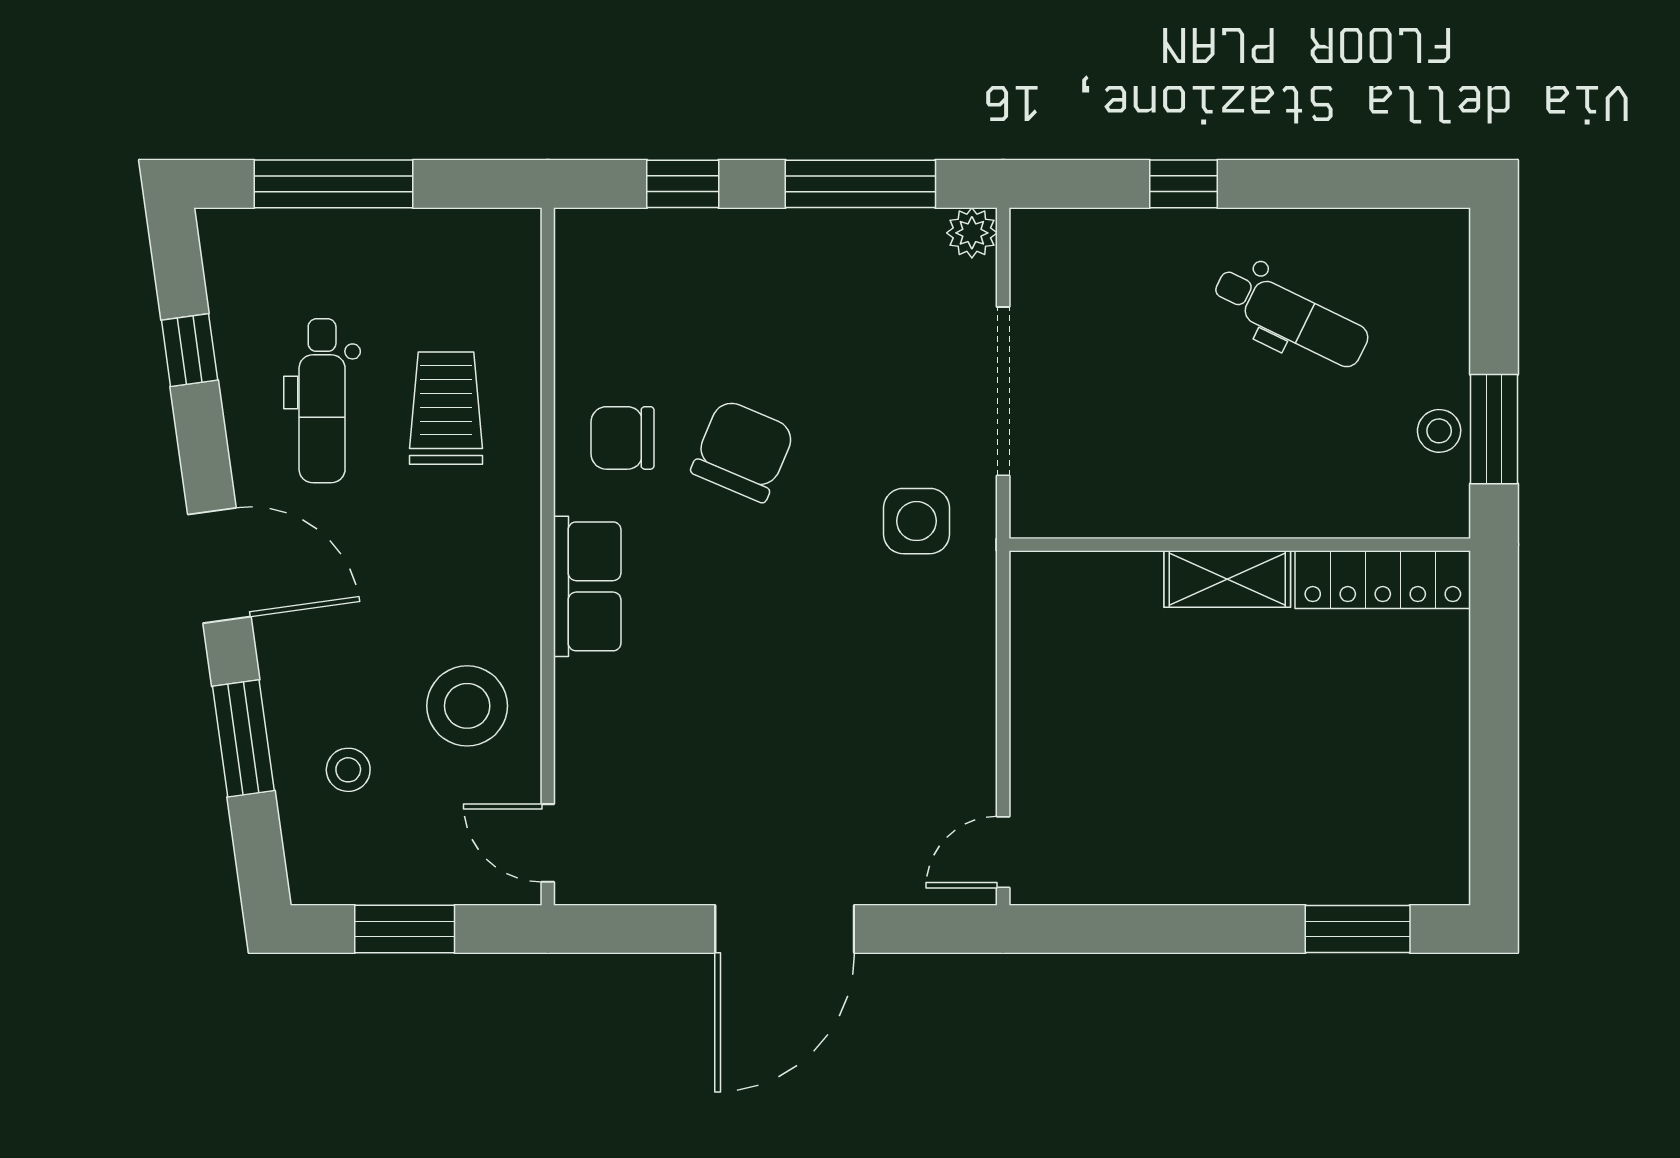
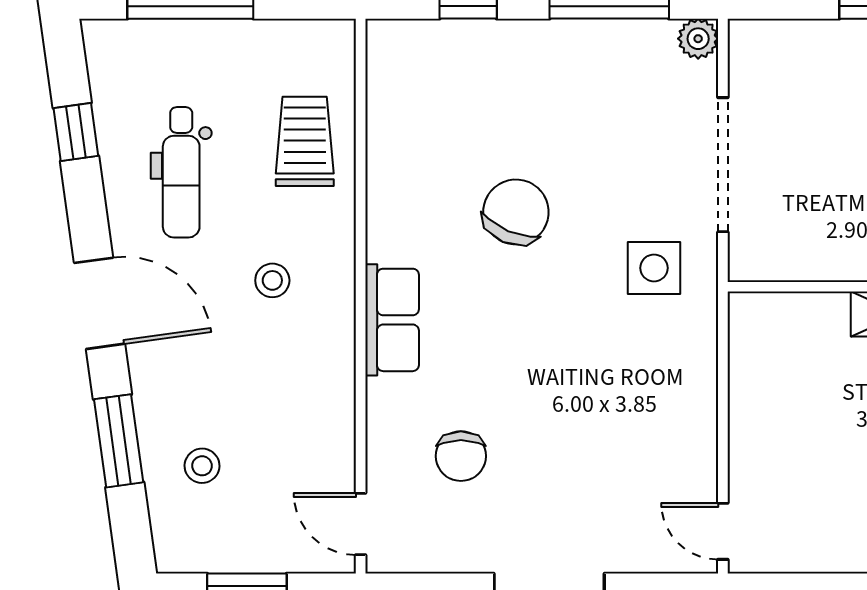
trolley: (446, 408) -> (305, 141), moved
chair: (622, 438) -> (461, 456), moved, turned -90
stool: (467, 706) -> (272, 280), moved, width x0.53, depth x0.53
door: (1003, 852) -> (723, 531), hinge flipped

